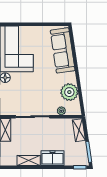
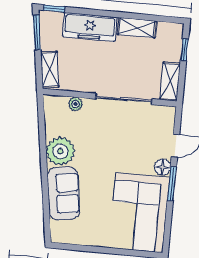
sofa: (63, 50) -> (63, 193), width x0.73
plant: (69, 92) -> (60, 151), moved
freezer: (52, 158) -> (90, 27), width x1.40

